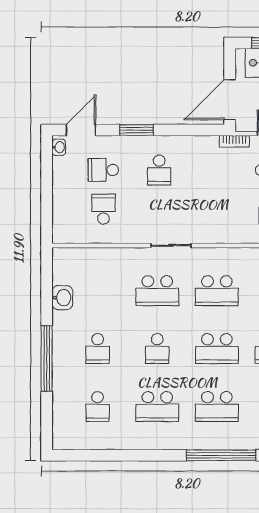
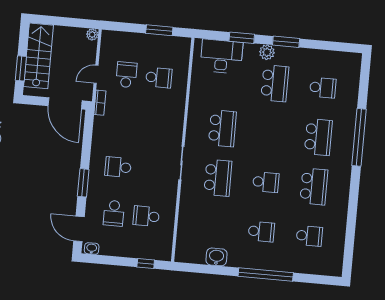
school desk: (159, 170) -> (118, 167), turned 180
window: (47, 214) -> (146, 264), added
school desk: (217, 349) -> (270, 133), removed

